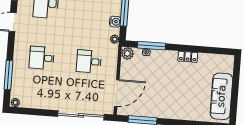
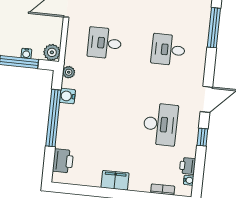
desk: (42, 58) -> (168, 50), turned 180
desk: (89, 61) -> (105, 43), turned 180

